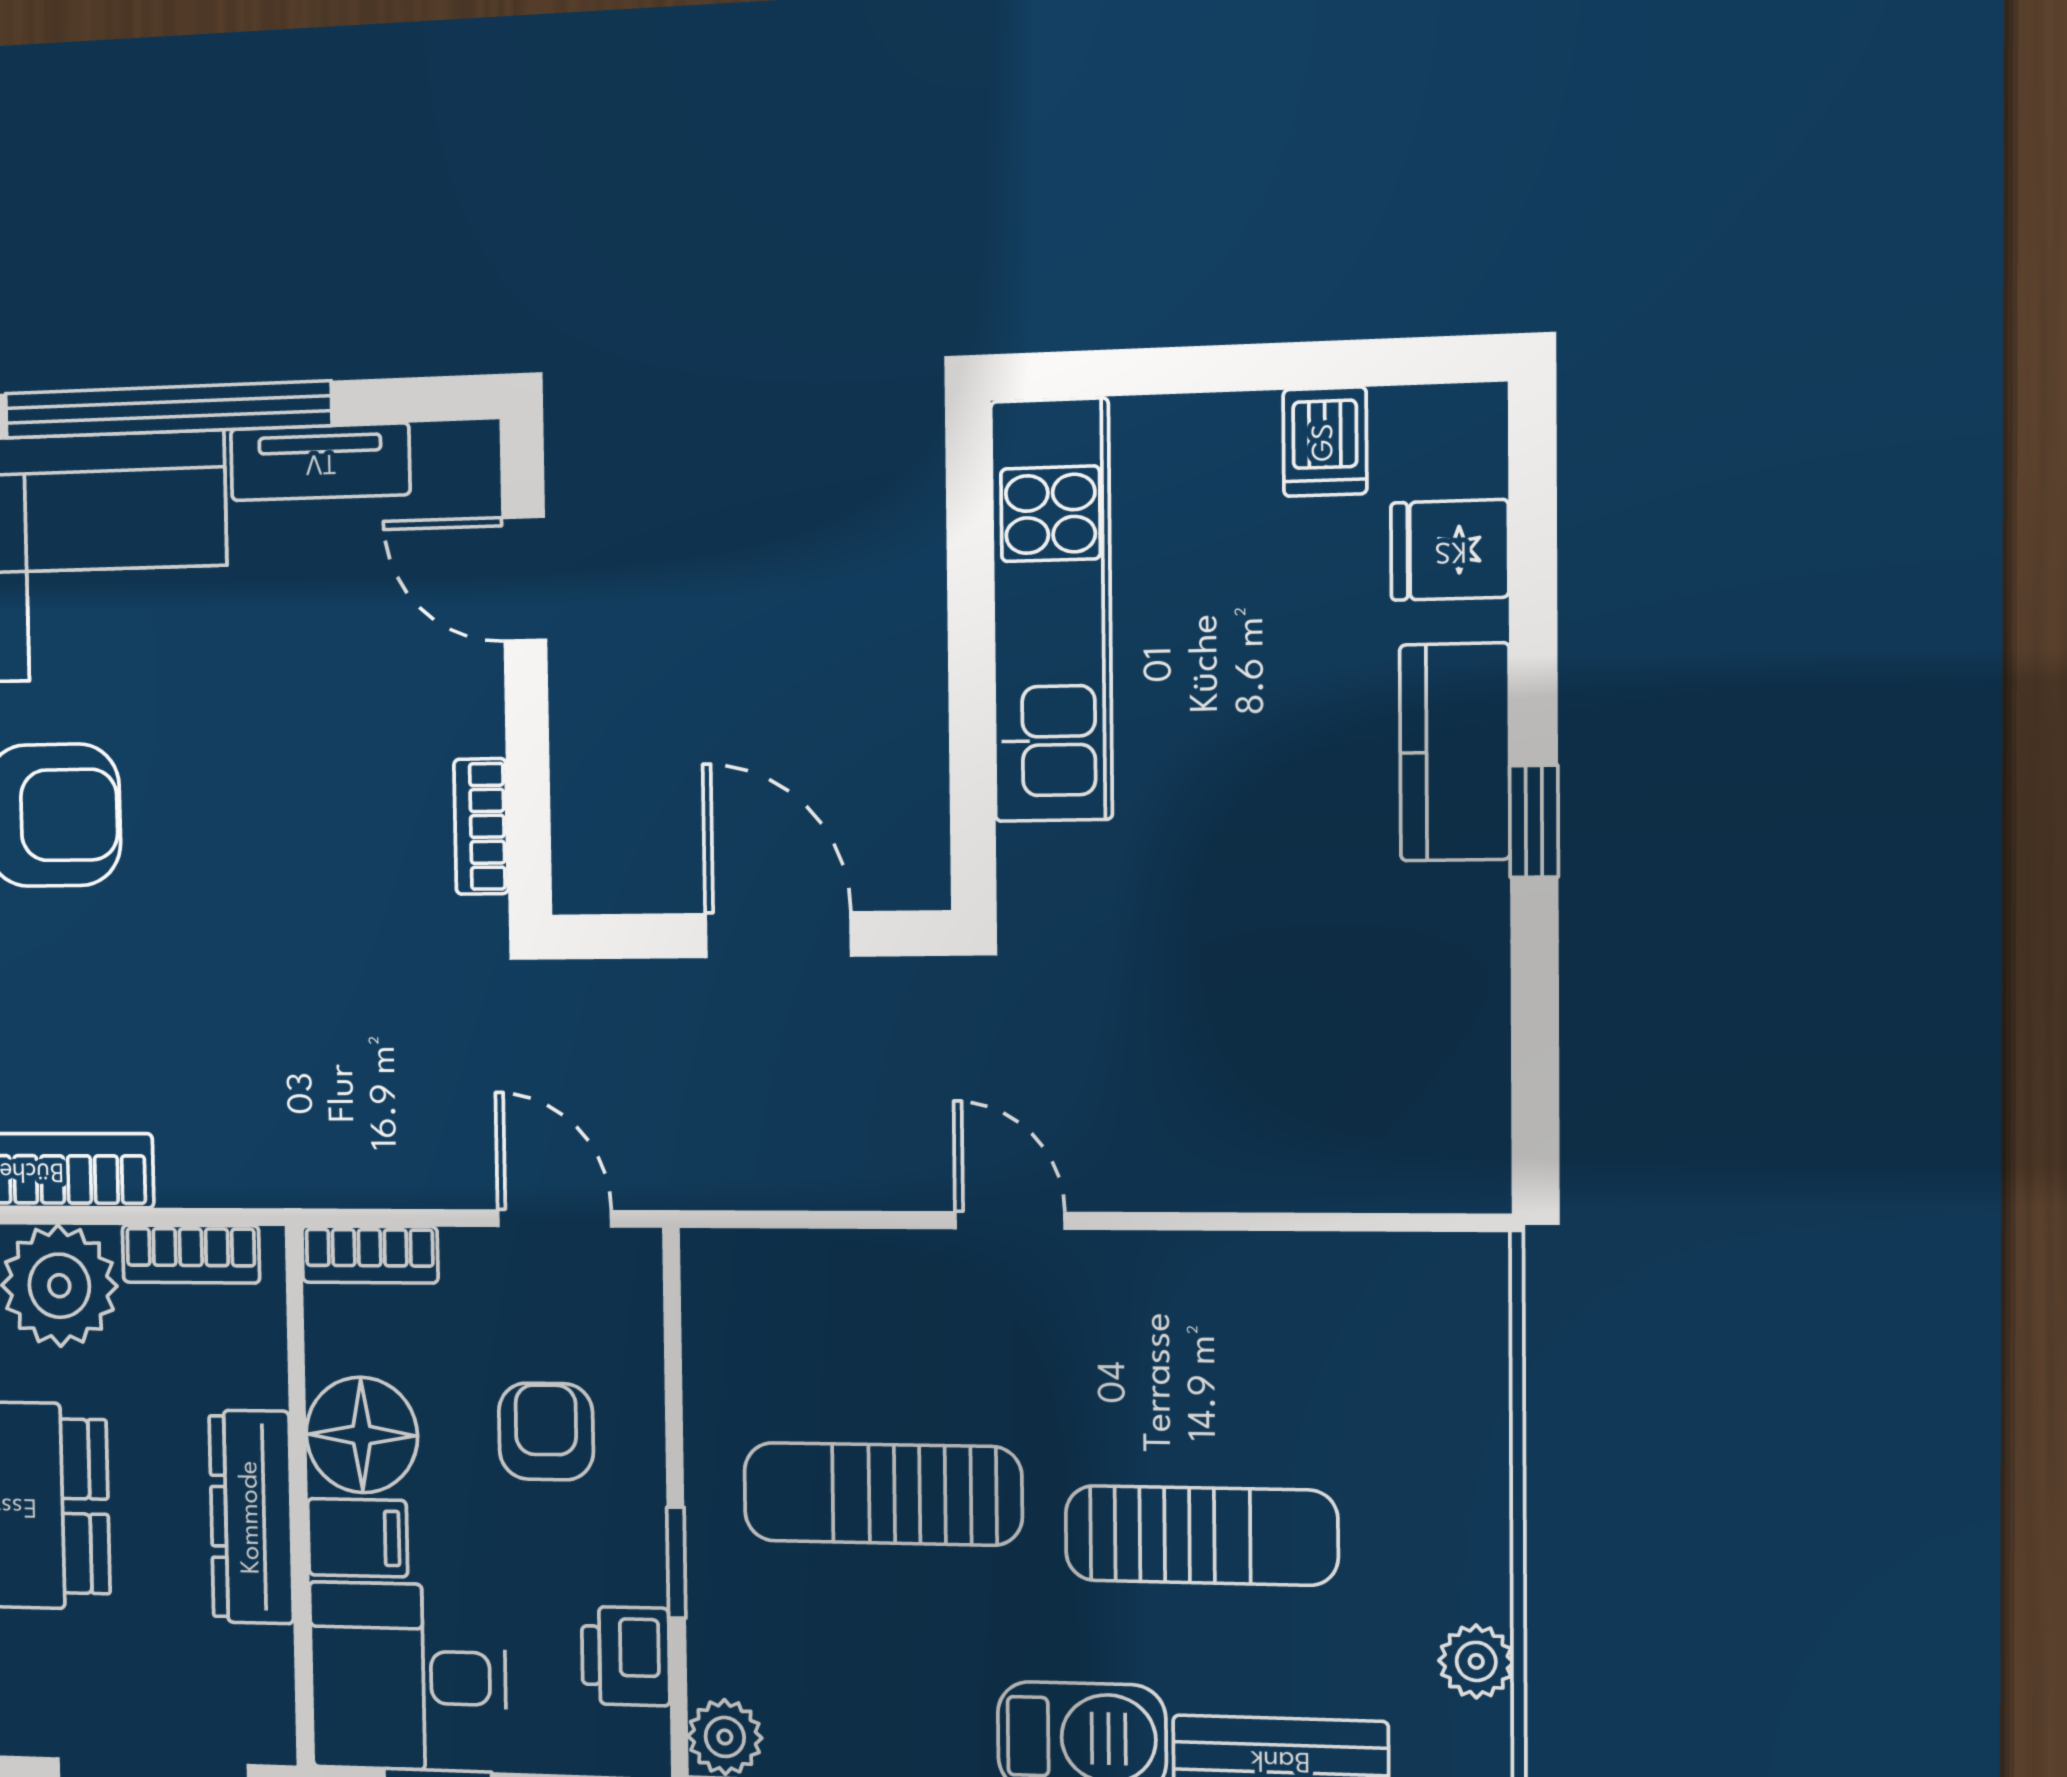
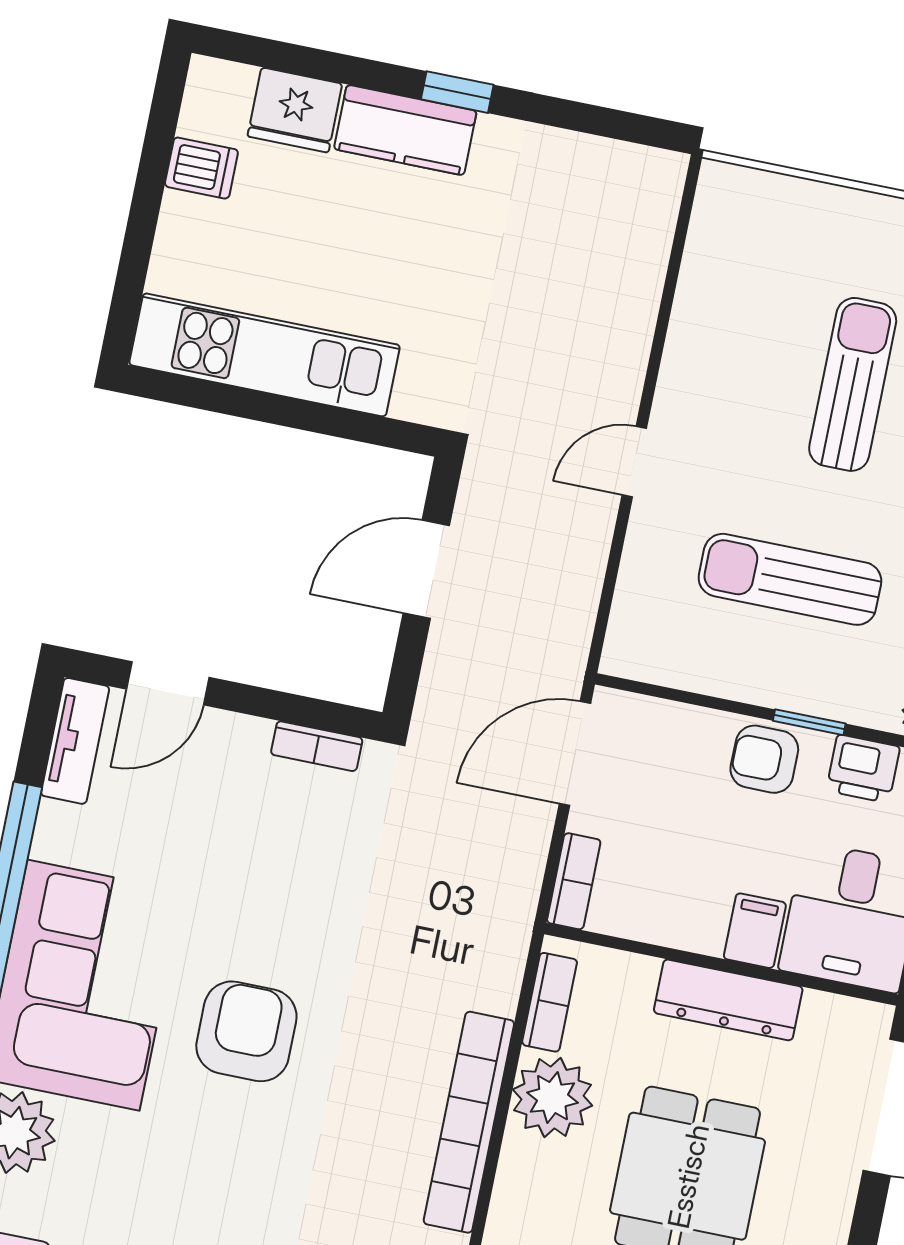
tv unit: (320, 462) -> (75, 741), moved
fridge: (1450, 550) -> (295, 110), width x1.38
door: (554, 1218) -> (575, 753), width x1.38
armchair: (546, 1431) -> (764, 759), moved
floor lamp: (362, 1435) -> (689, 913), removed
sun lounger: (883, 1494) -> (790, 579), turned 90

